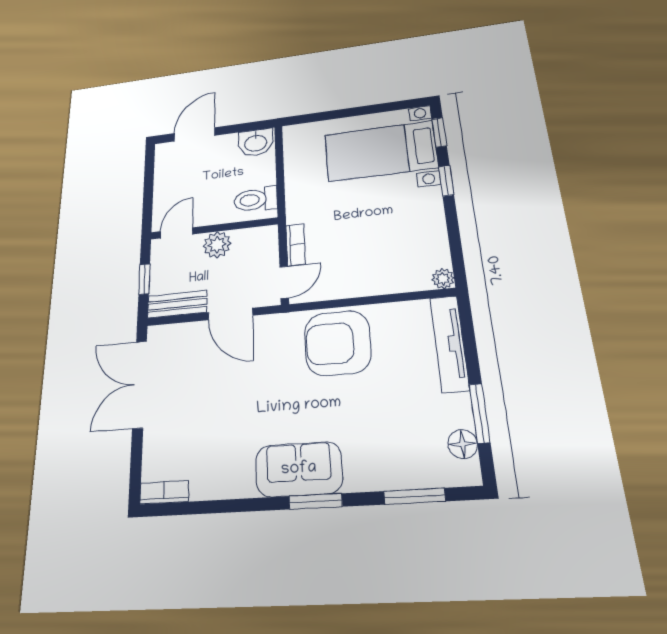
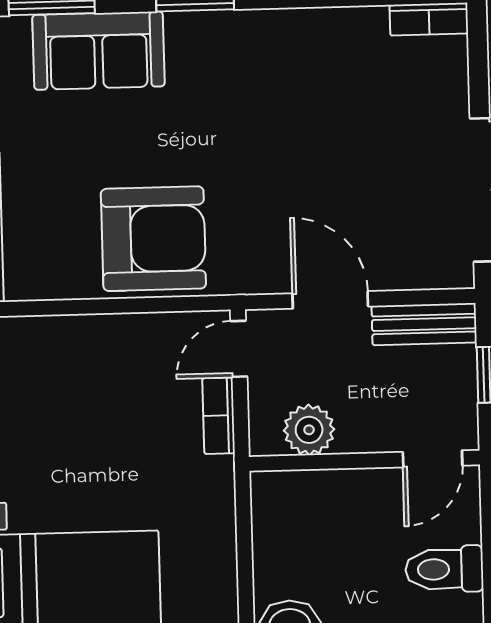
toilet: (256, 200) -> (444, 569), moved, turned 180
plant: (217, 245) -> (309, 430), moved
sofa: (299, 469) -> (98, 51), moved

